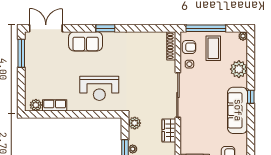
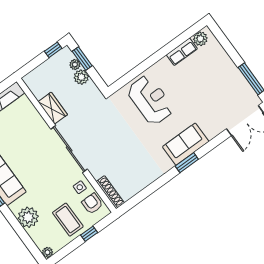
window: (206, 28) -> (89, 234), width x0.32
sofa: (86, 41) -> (186, 144), moved
armchair: (189, 47) -> (92, 204), turned 90
reception desk: (99, 88) -> (150, 100), turned 90
plant: (135, 123) -> (81, 77), moved

